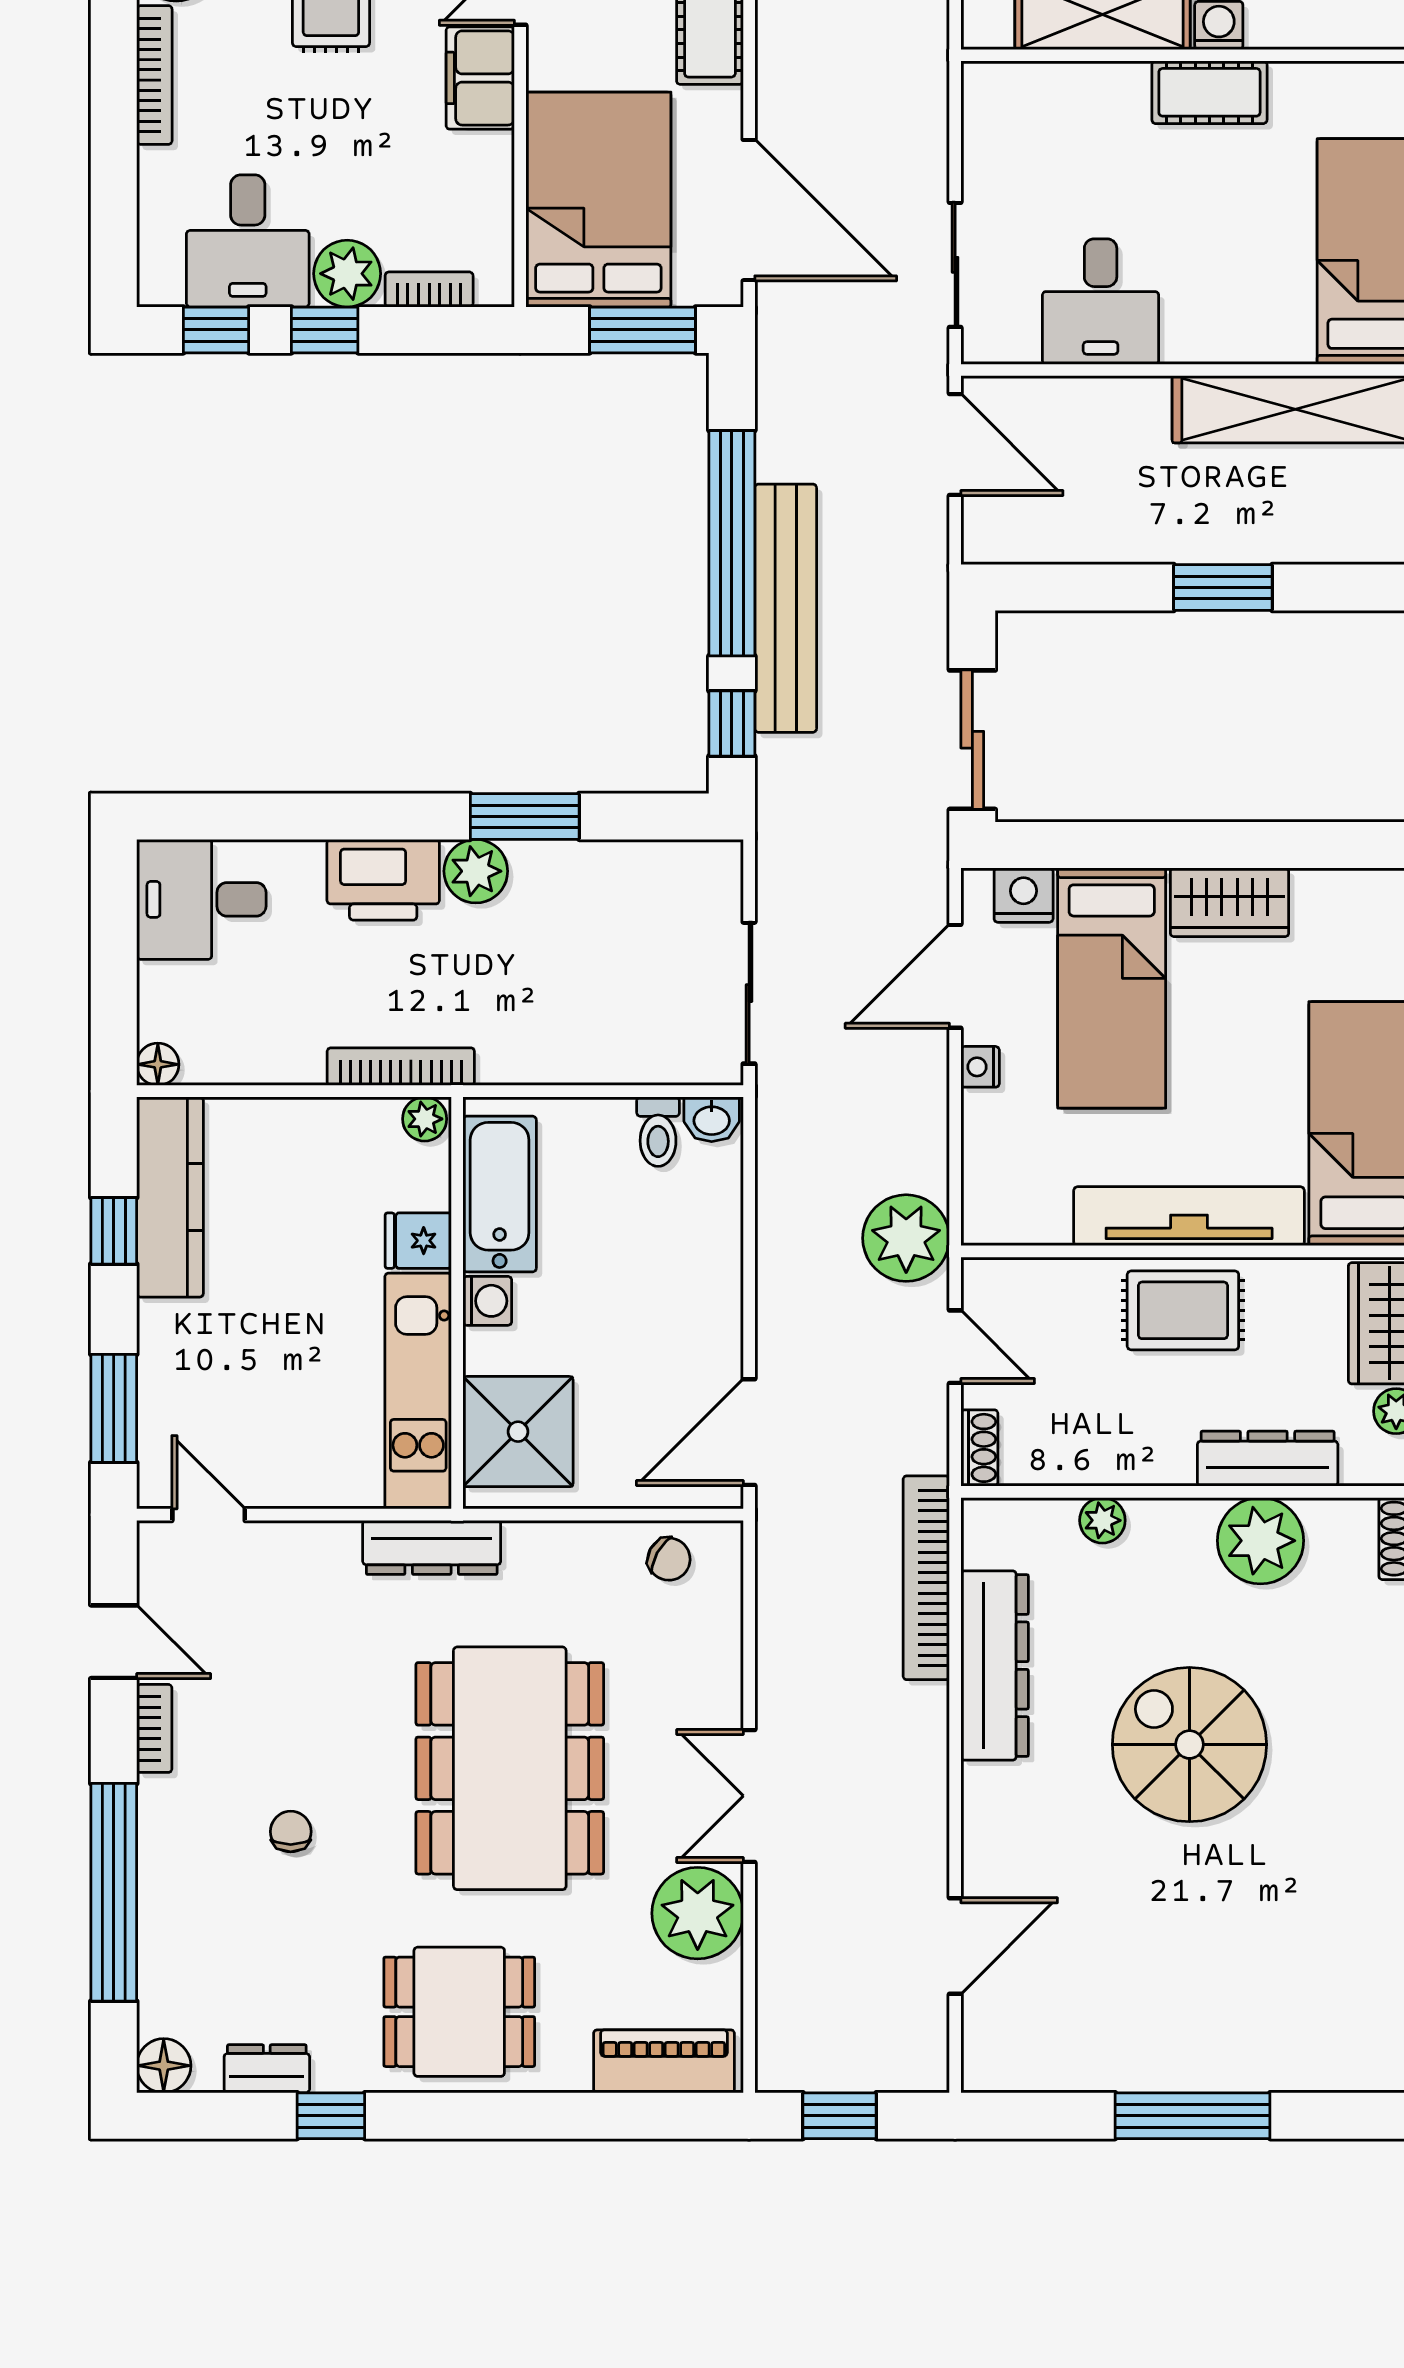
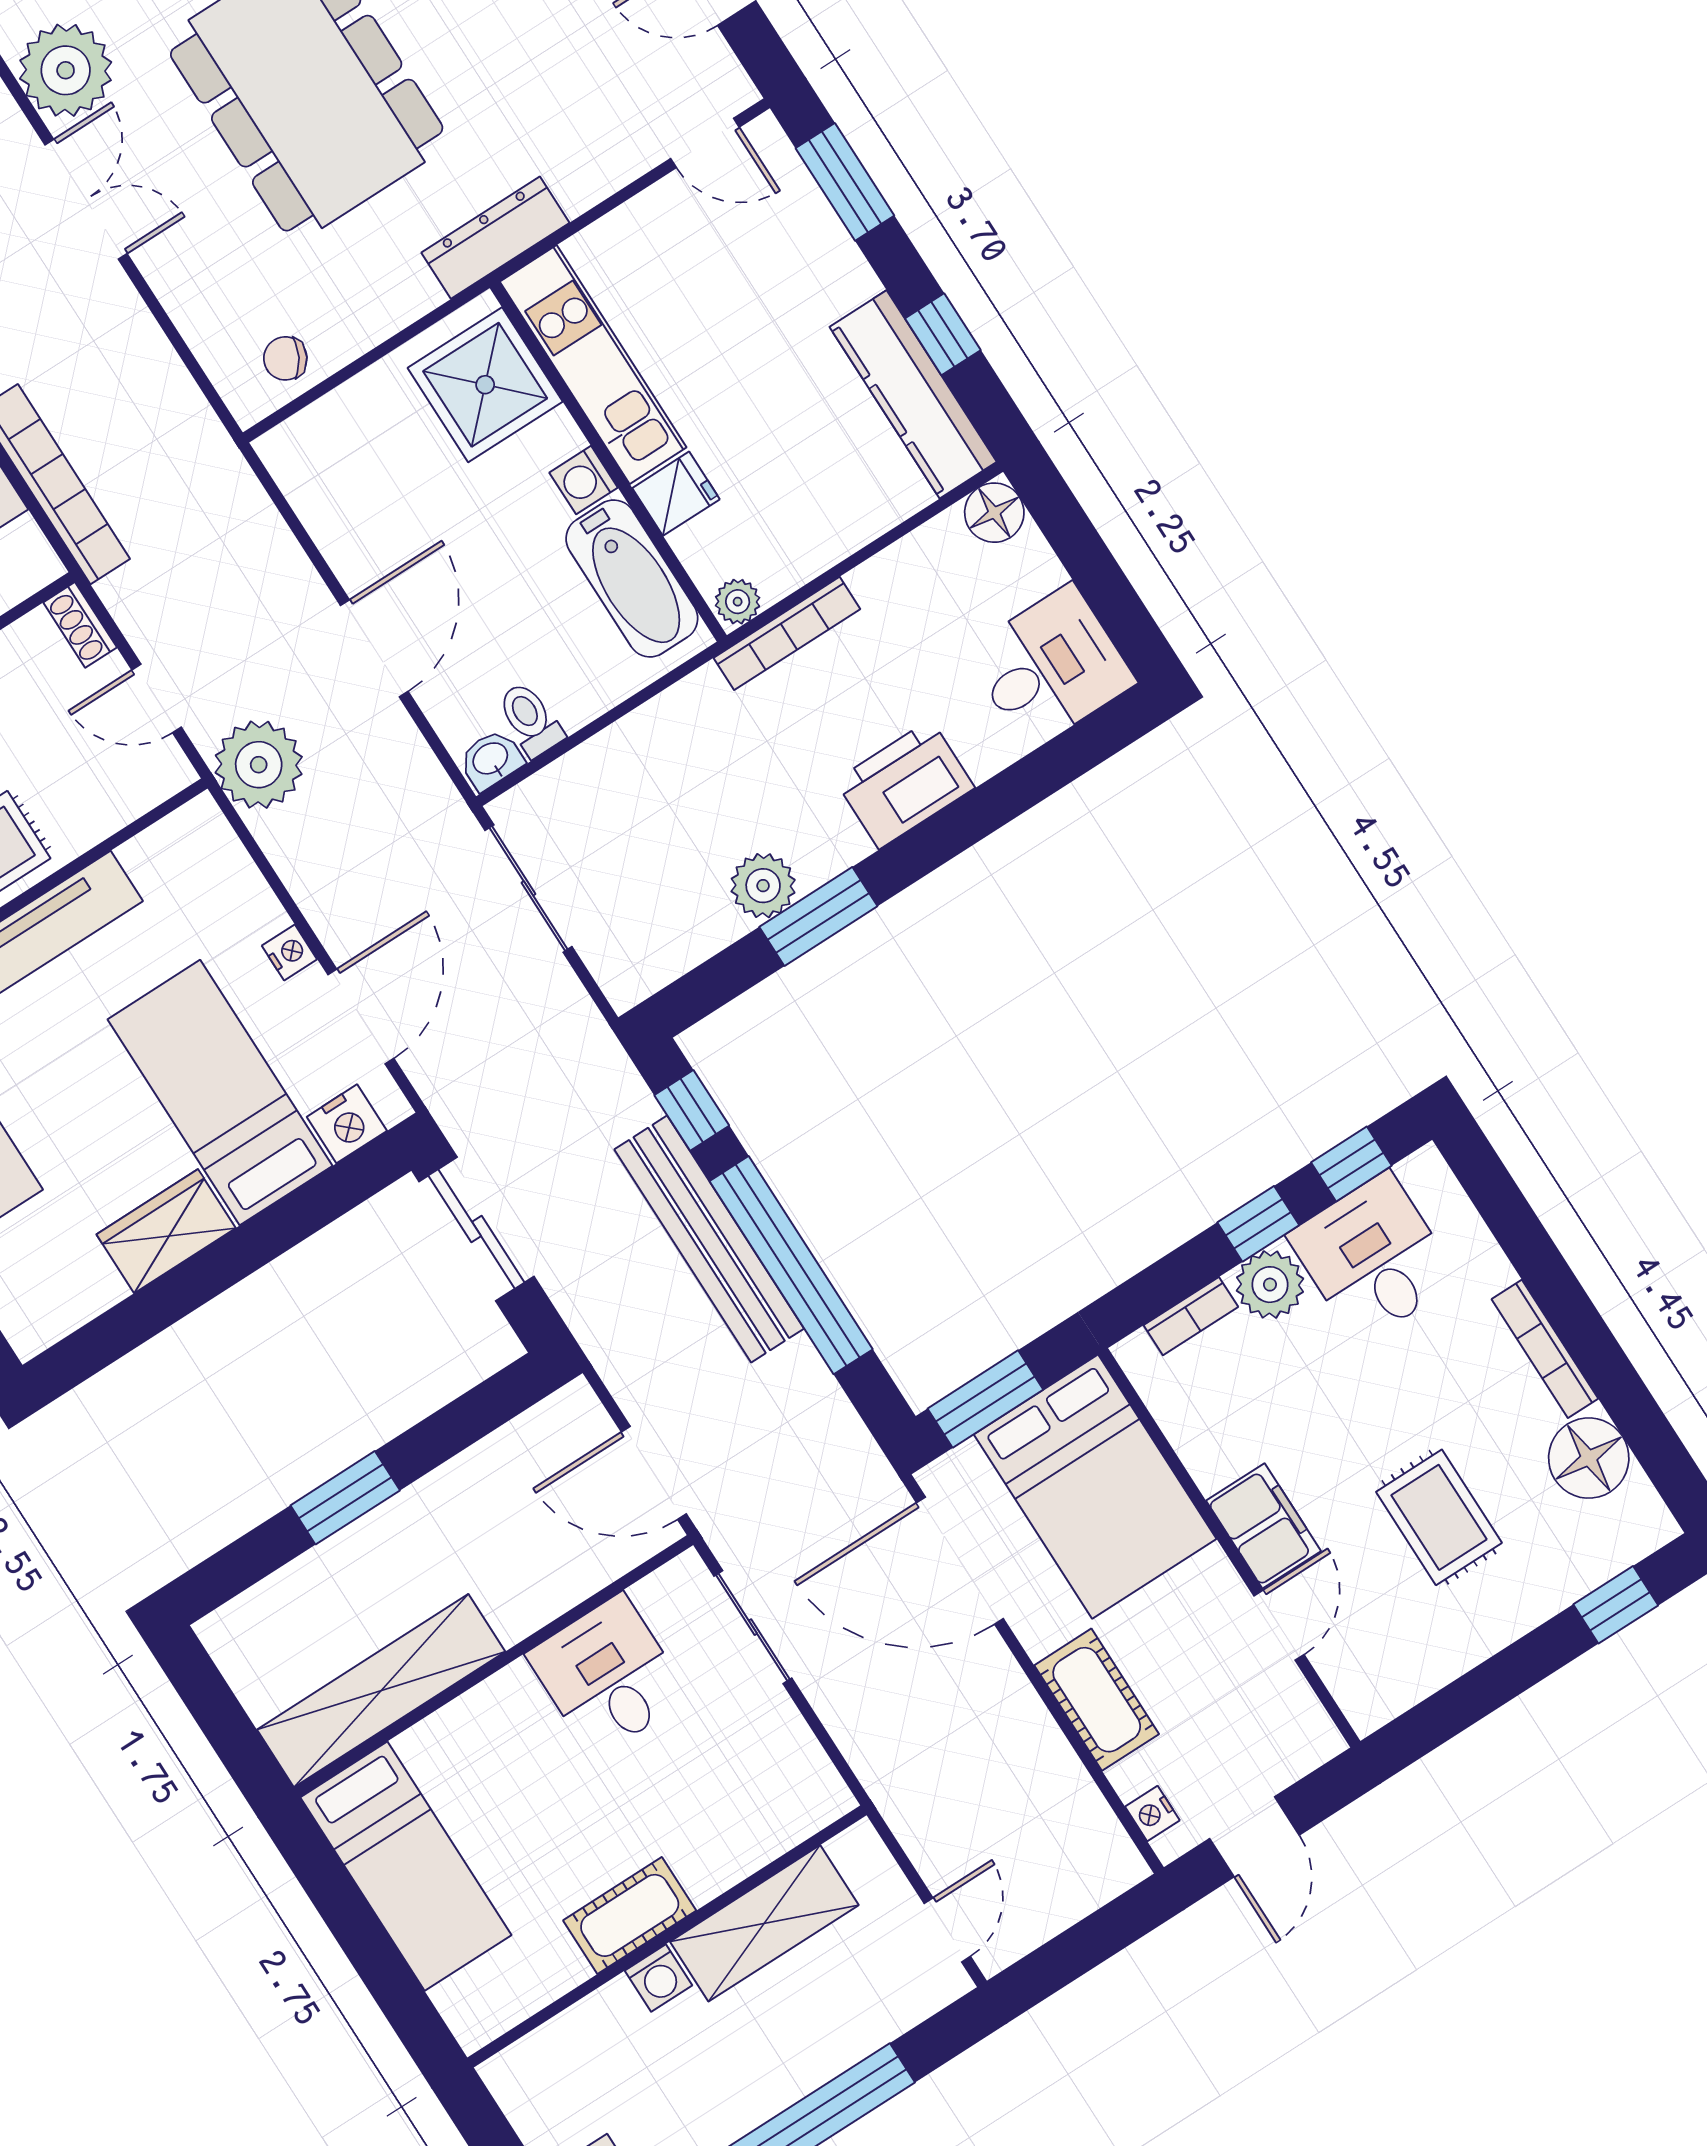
plant: (476, 871) -> (763, 886), moved
floor lamp: (158, 1064) -> (994, 513), width x1.37, depth x1.37
door: (749, 1432) -> (374, 648), moved

